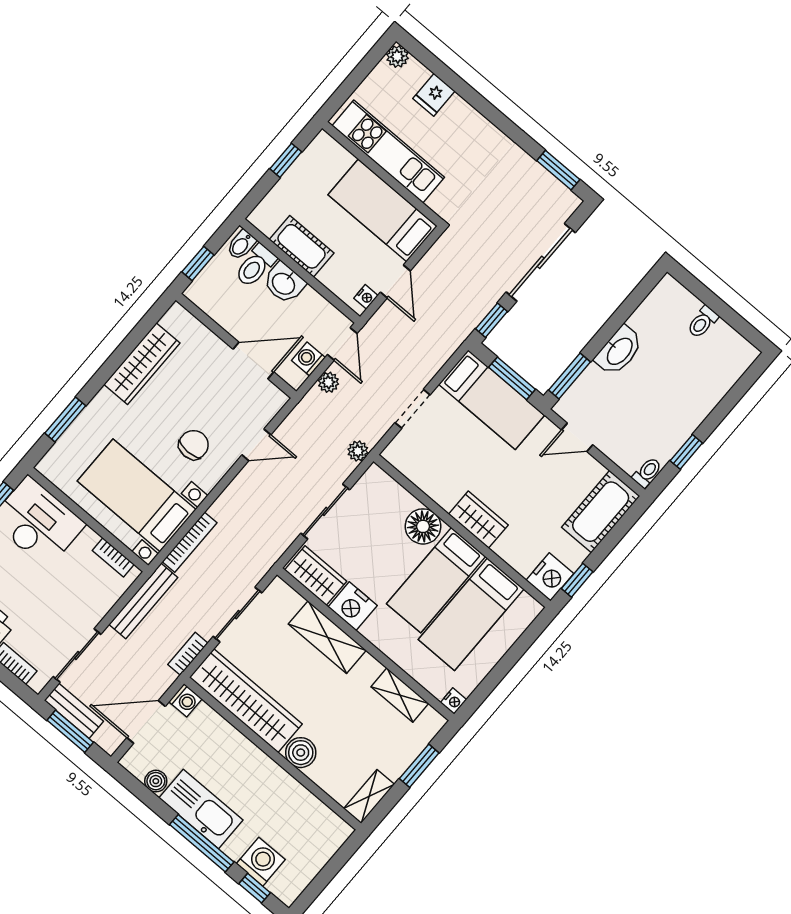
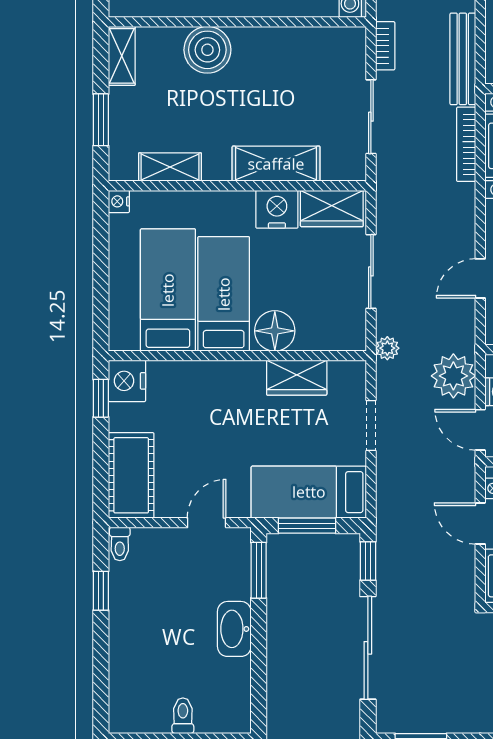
plant: (328, 382) -> (453, 376), width x1.88, depth x1.88
wardrobe: (478, 520) -> (297, 378), moved
wardrobe: (246, 701) -> (300, 48), removed
boiler: (301, 753) -> (207, 50), width x1.37, depth x1.37

